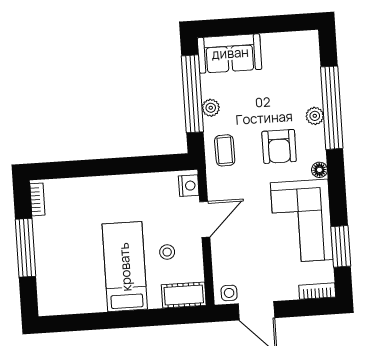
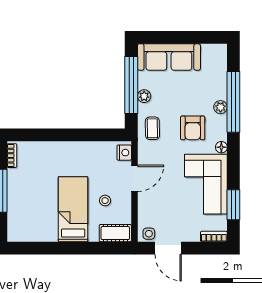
sofa: (230, 53) -> (169, 57), width x1.36

